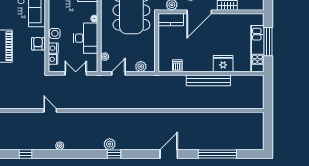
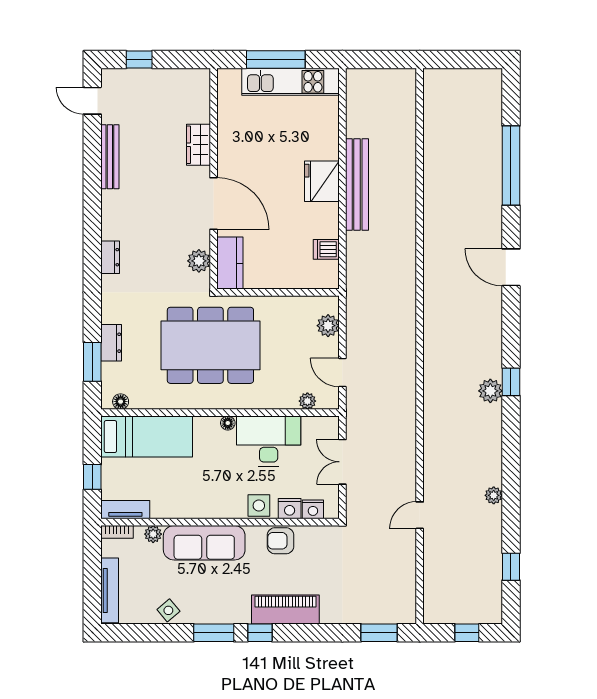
fridge: (223, 64) -> (322, 181), moved

